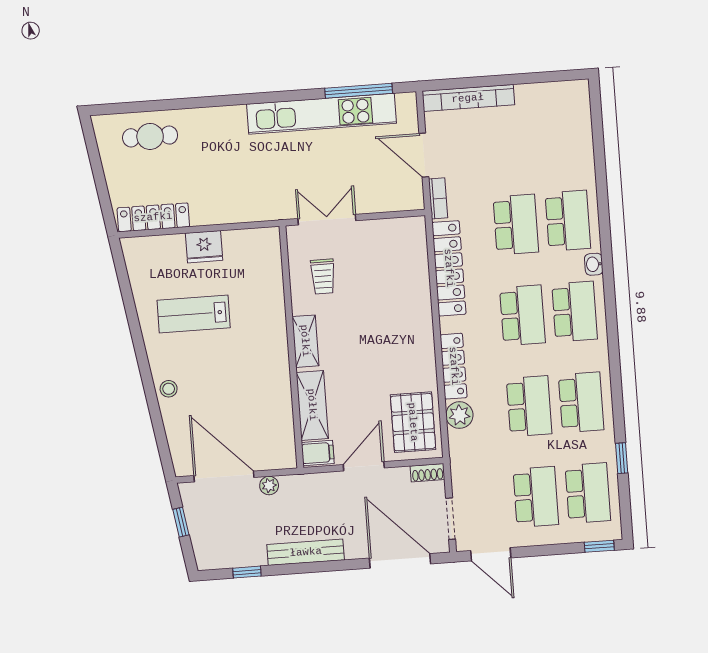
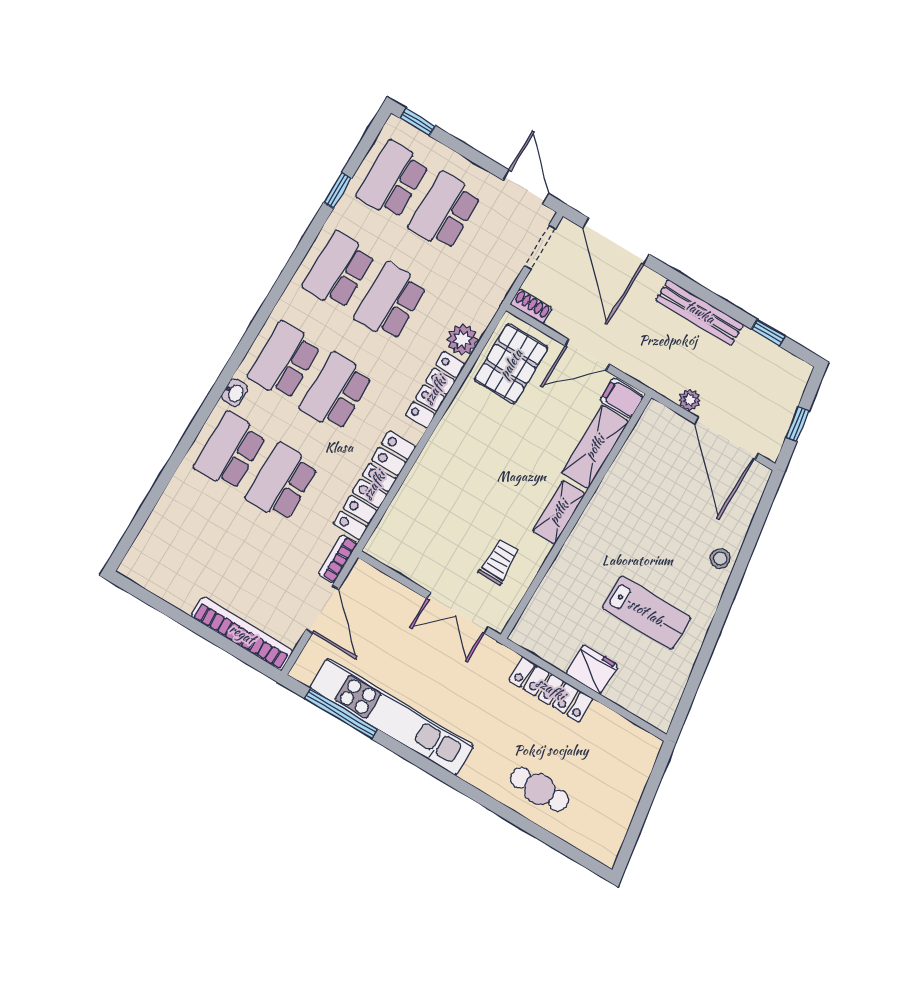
cafe table: (150, 136) -> (540, 789), moved
locker: (153, 217) -> (551, 689), moved

